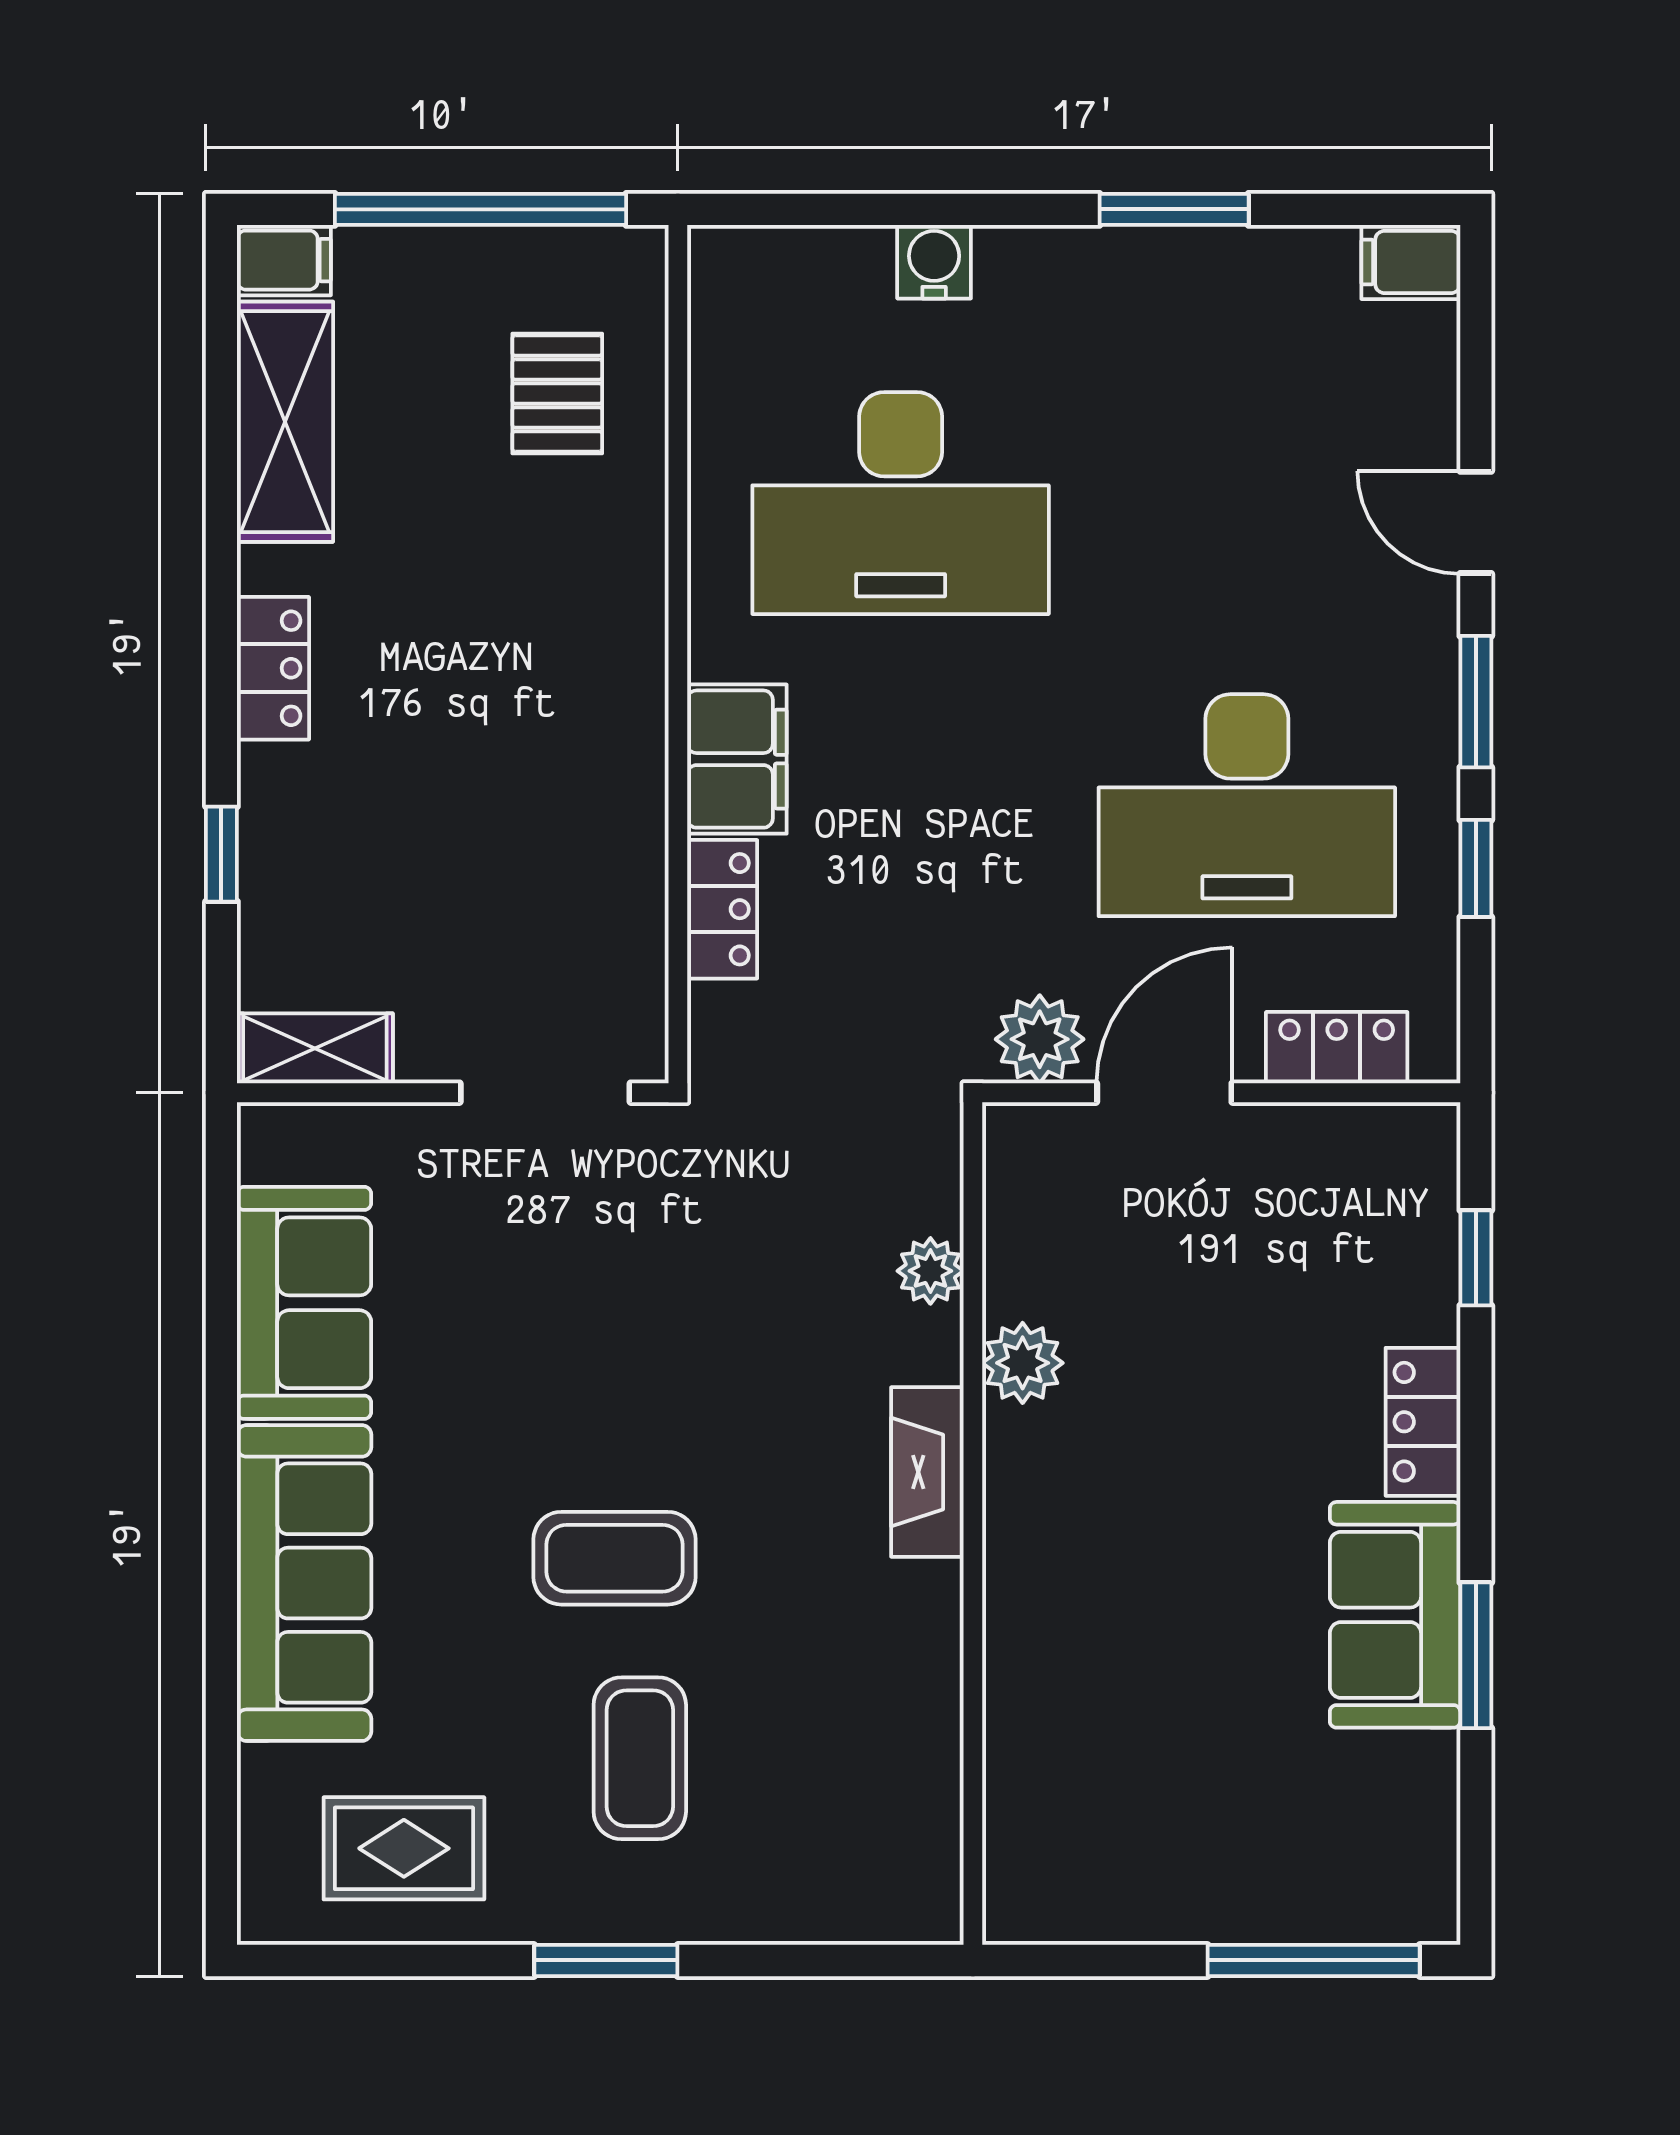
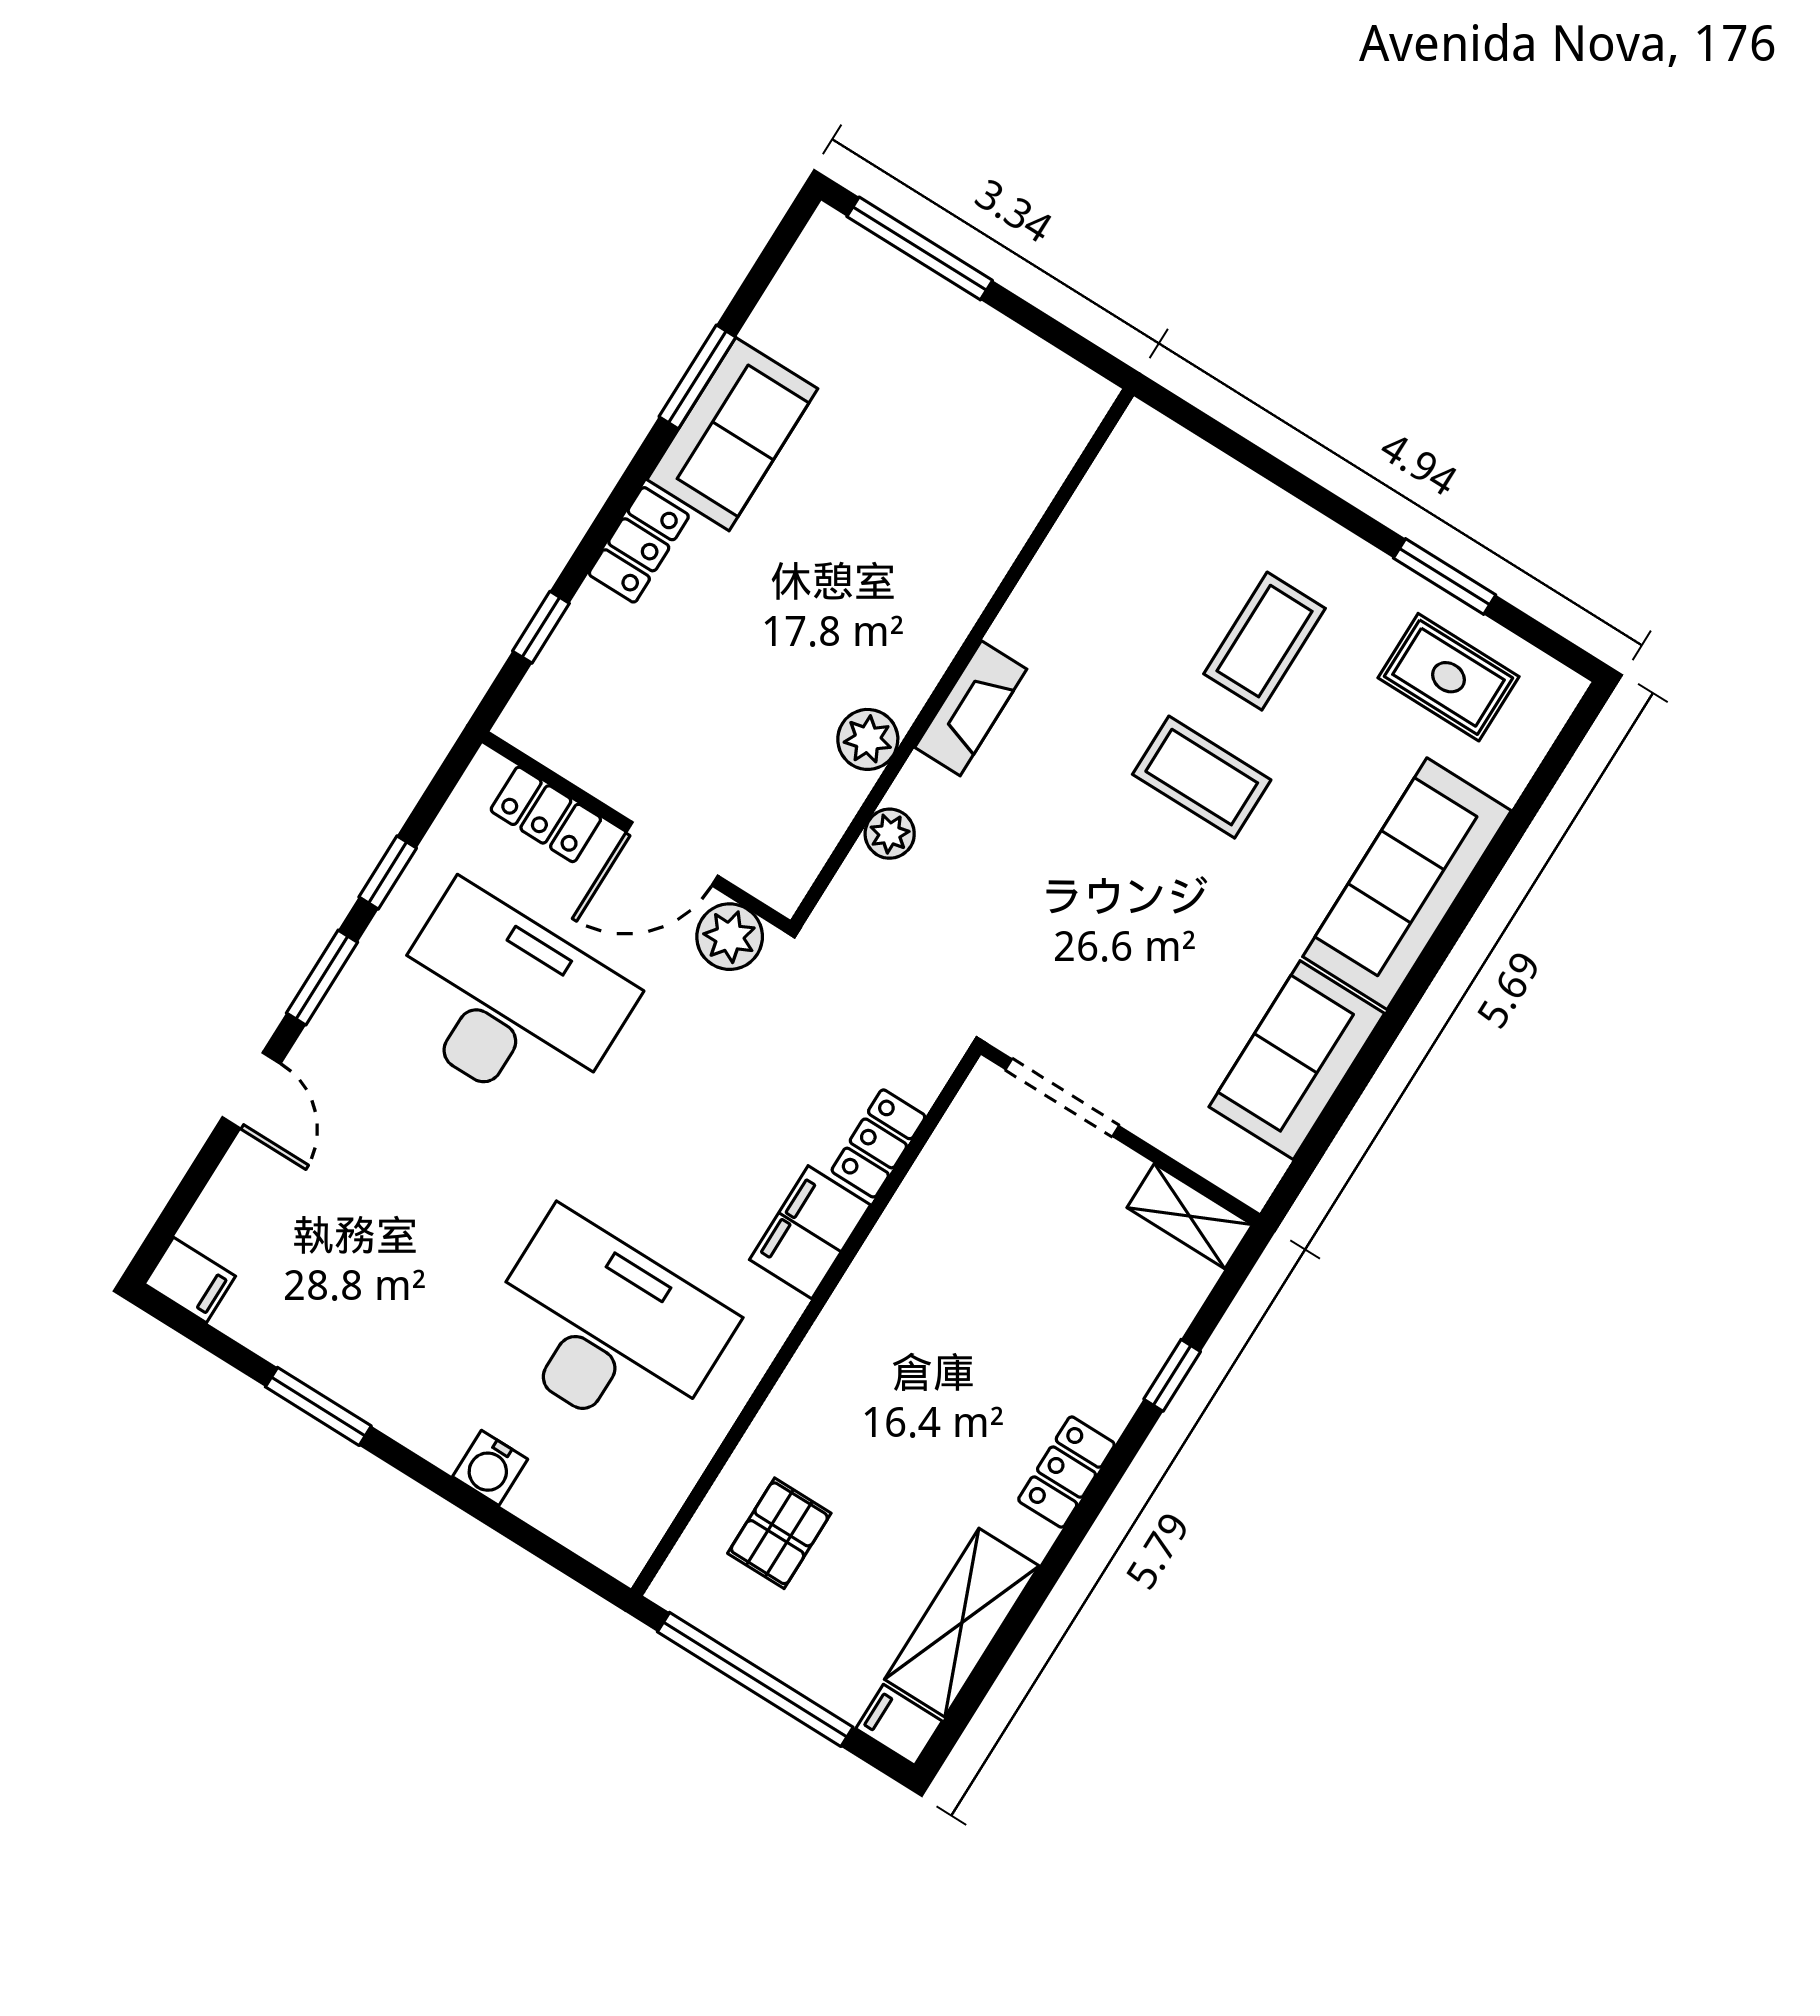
window: (606, 1960) -> (1445, 576), moved

